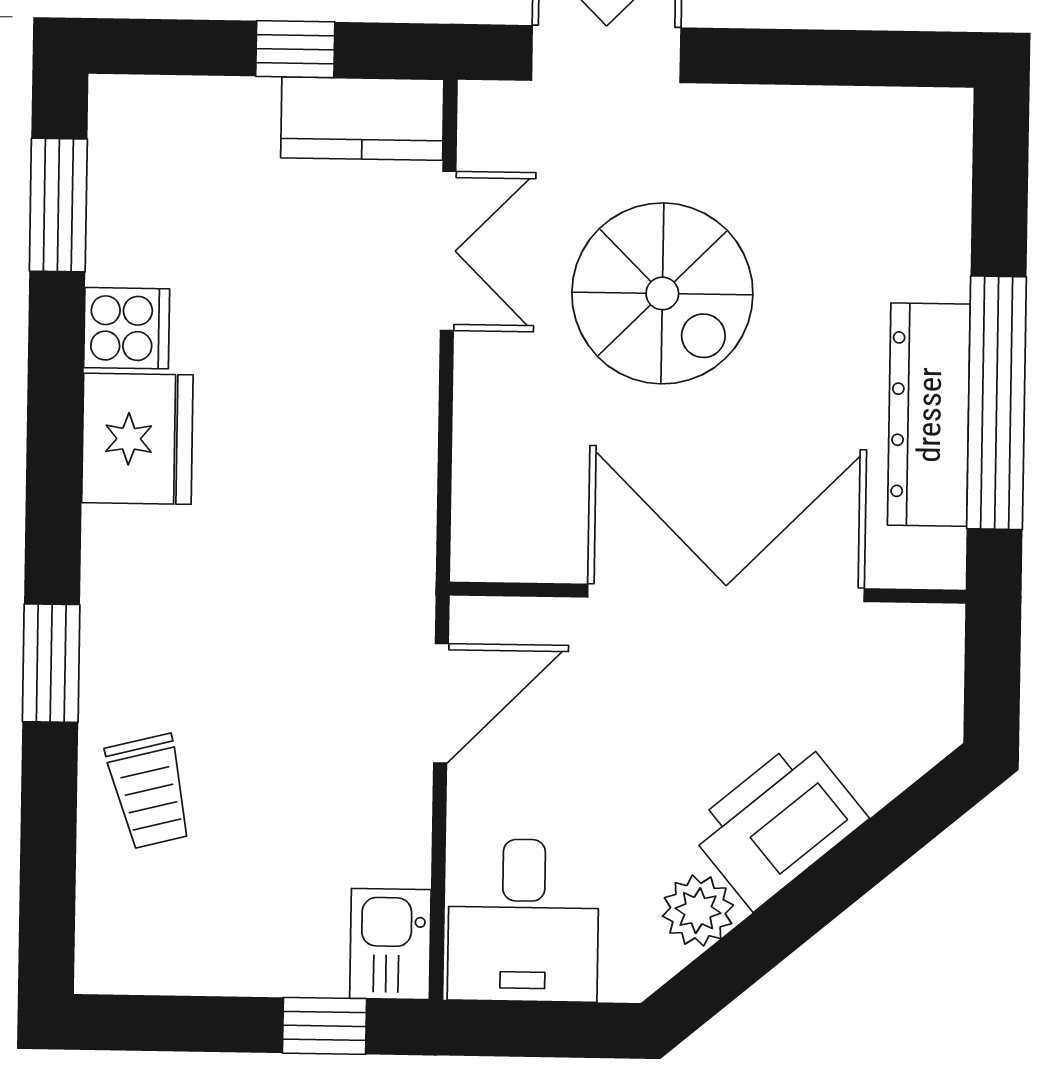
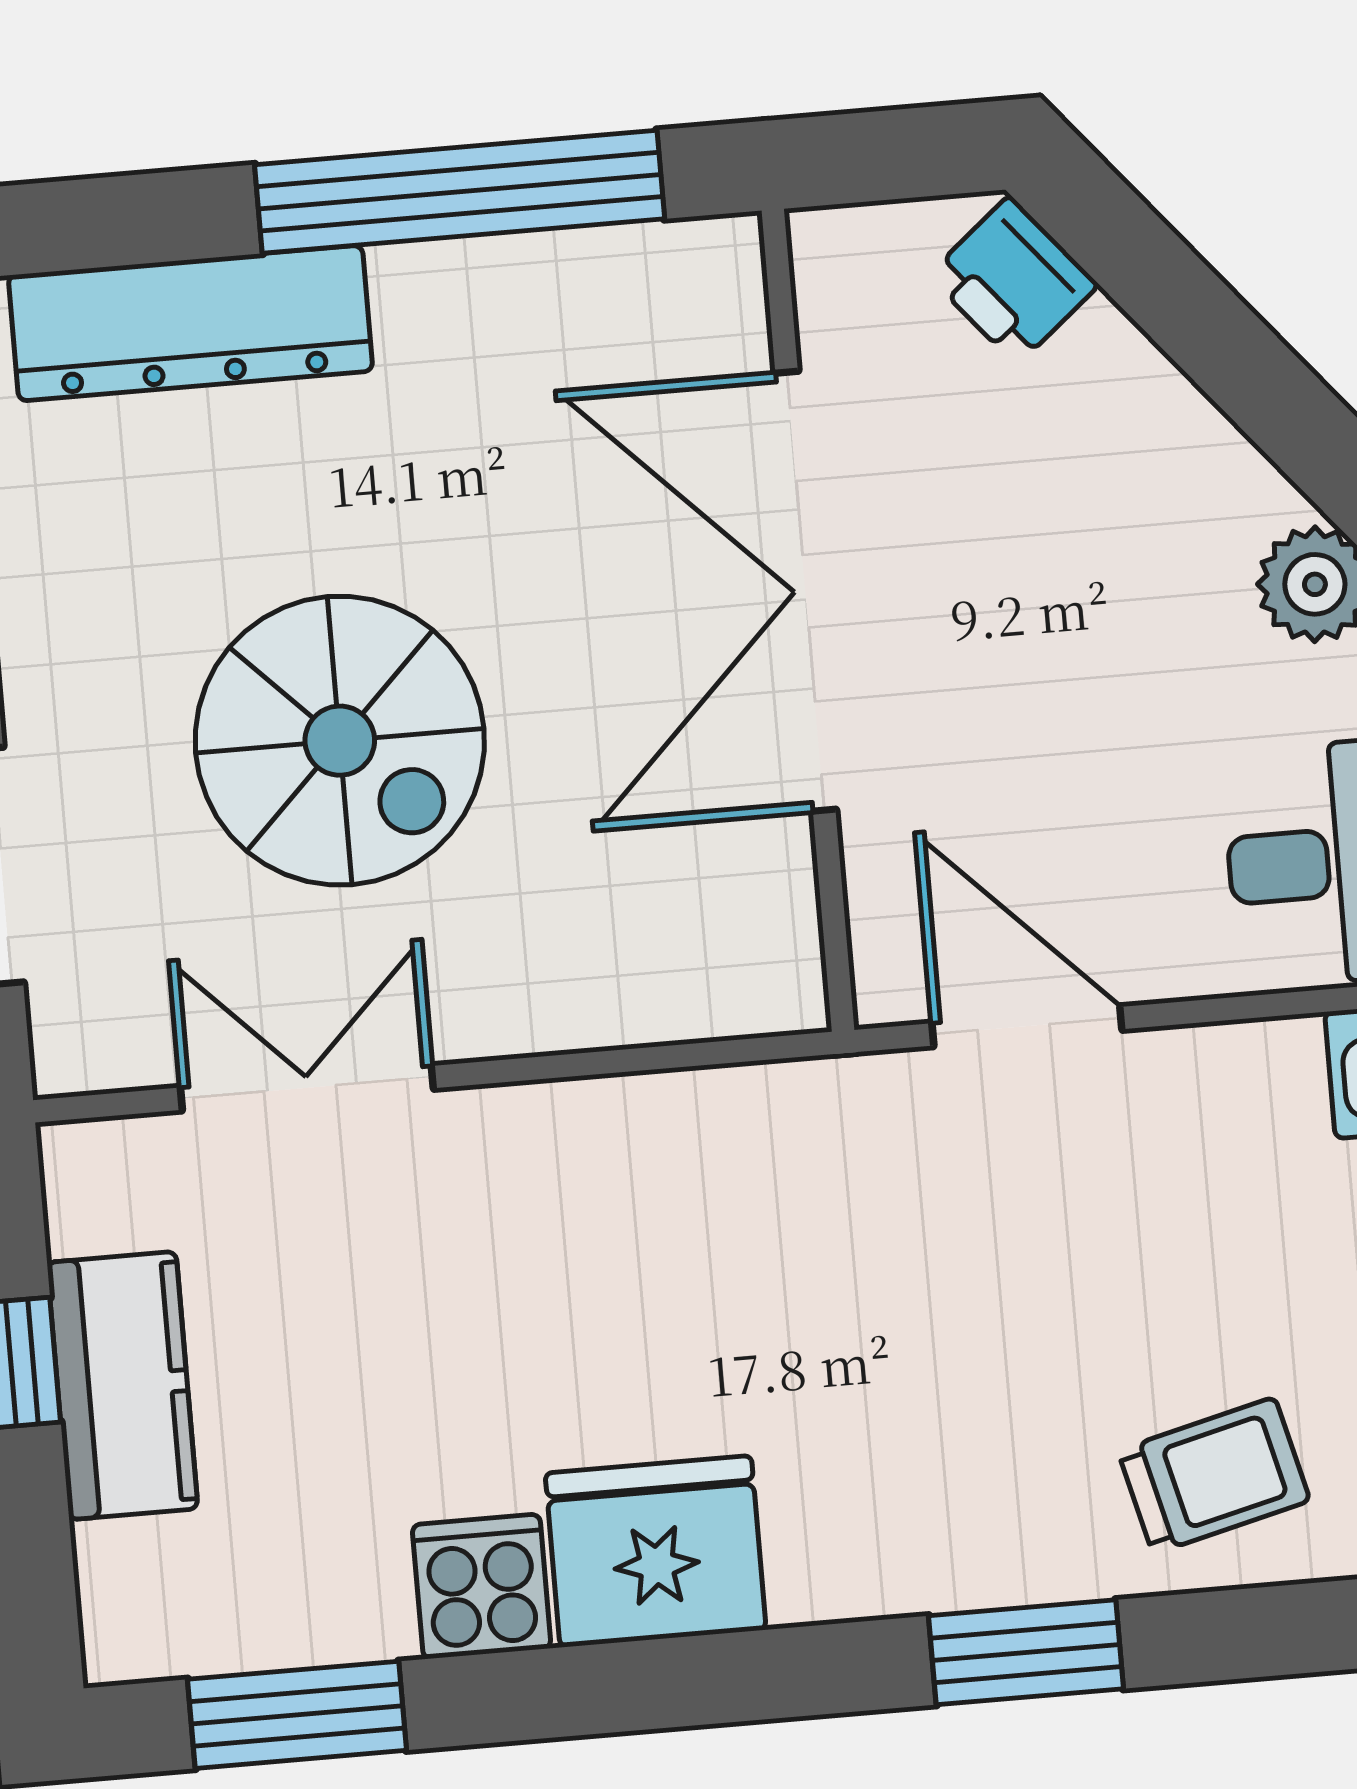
kitchen counter: (362, 119) -> (122, 1386), moved
spiral stairs: (662, 293) -> (340, 741), turned 90
dresser: (929, 415) -> (190, 323), moved
printer: (778, 824) -> (1013, 280), moved, width x0.53, depth x0.68

